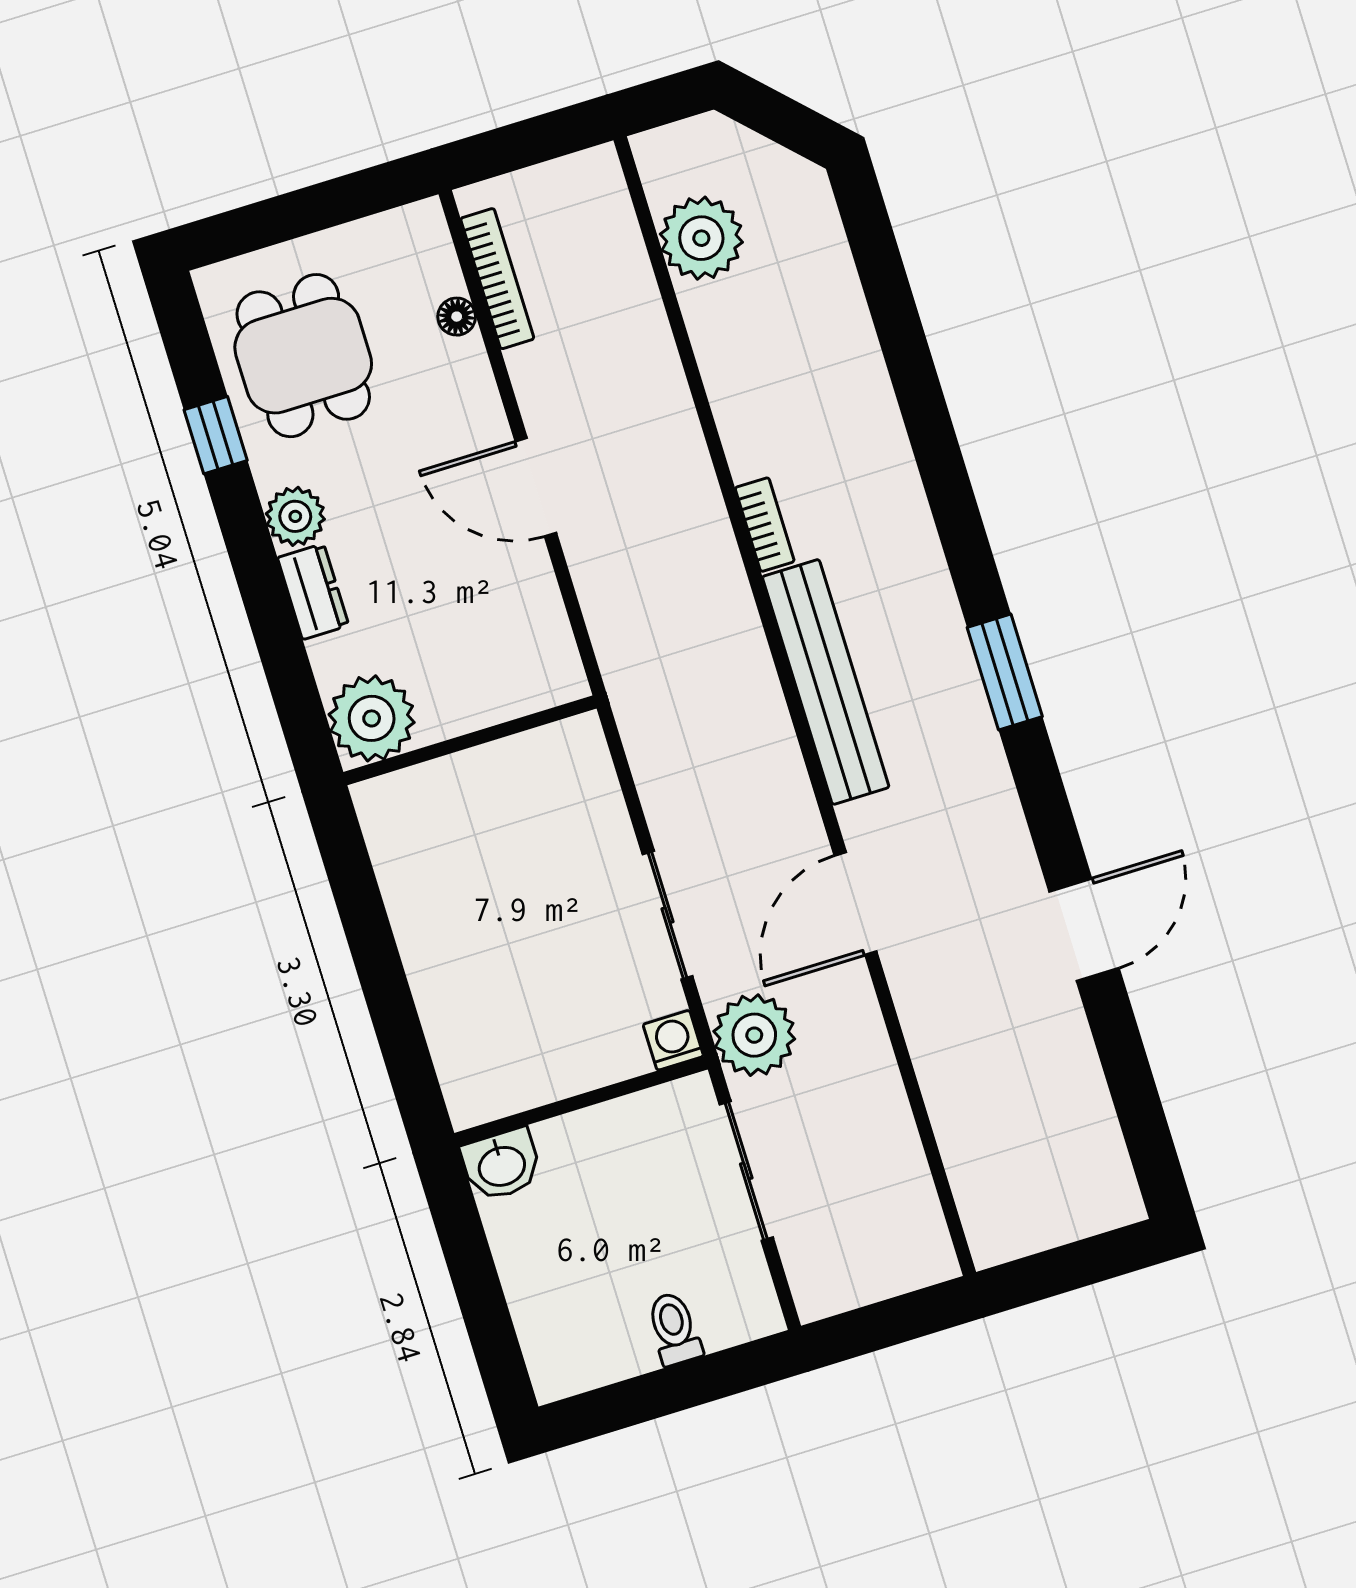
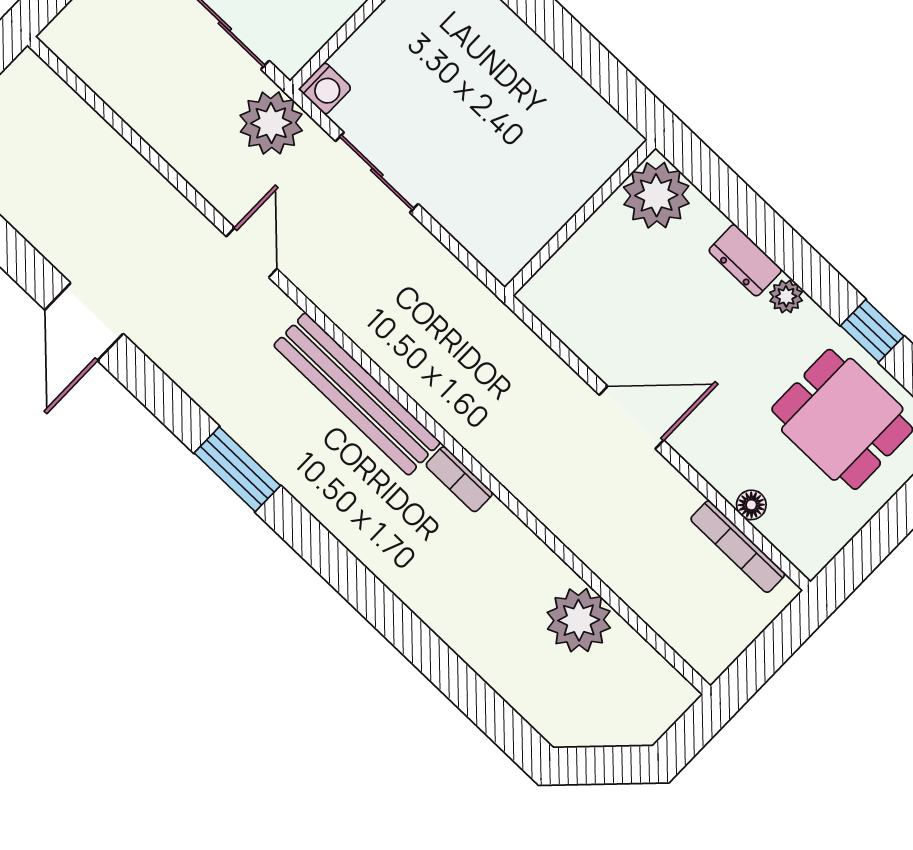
plant: (701, 238) -> (579, 620), moved
plant: (295, 516) -> (786, 296), width x0.73, depth x0.73
door: (856, 904) -> (252, 253), width x0.73

